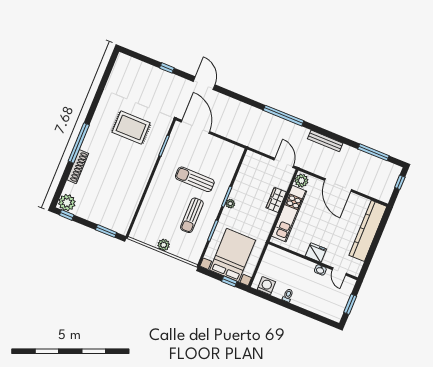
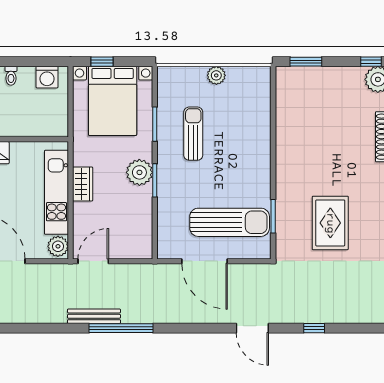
door: (195, 127) -> (205, 261), moved
rug: (131, 128) -> (330, 223), turned 90
bench: (325, 141) -> (94, 316), moved
door: (284, 163) -> (93, 261), swing flipped
sun lounger: (195, 179) -> (230, 222), moved, width x1.36, depth x1.34
wardrobe: (276, 200) -> (83, 184), moved
plant: (230, 204) -> (139, 172), width x1.88, depth x1.88

